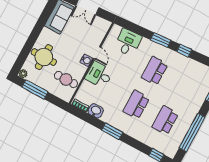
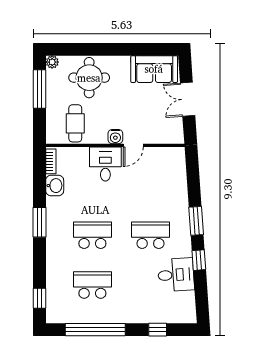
desk: (128, 42) -> (176, 275), moved

